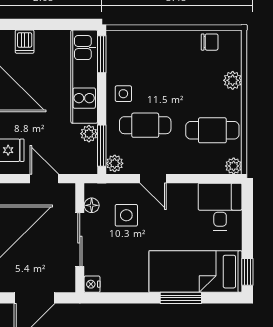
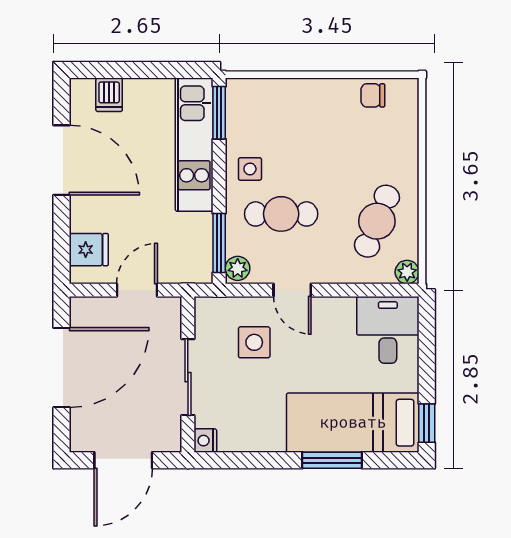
chair: (210, 42) -> (373, 95), turned 180
plant: (233, 80) -> (406, 150), removed
cafe table: (212, 130) -> (377, 221), turned -68
plant: (89, 134) -> (201, 226), removed
door: (44, 179) -> (137, 290), hinge flipped
floor lamp: (92, 205) -> (205, 328), removed

